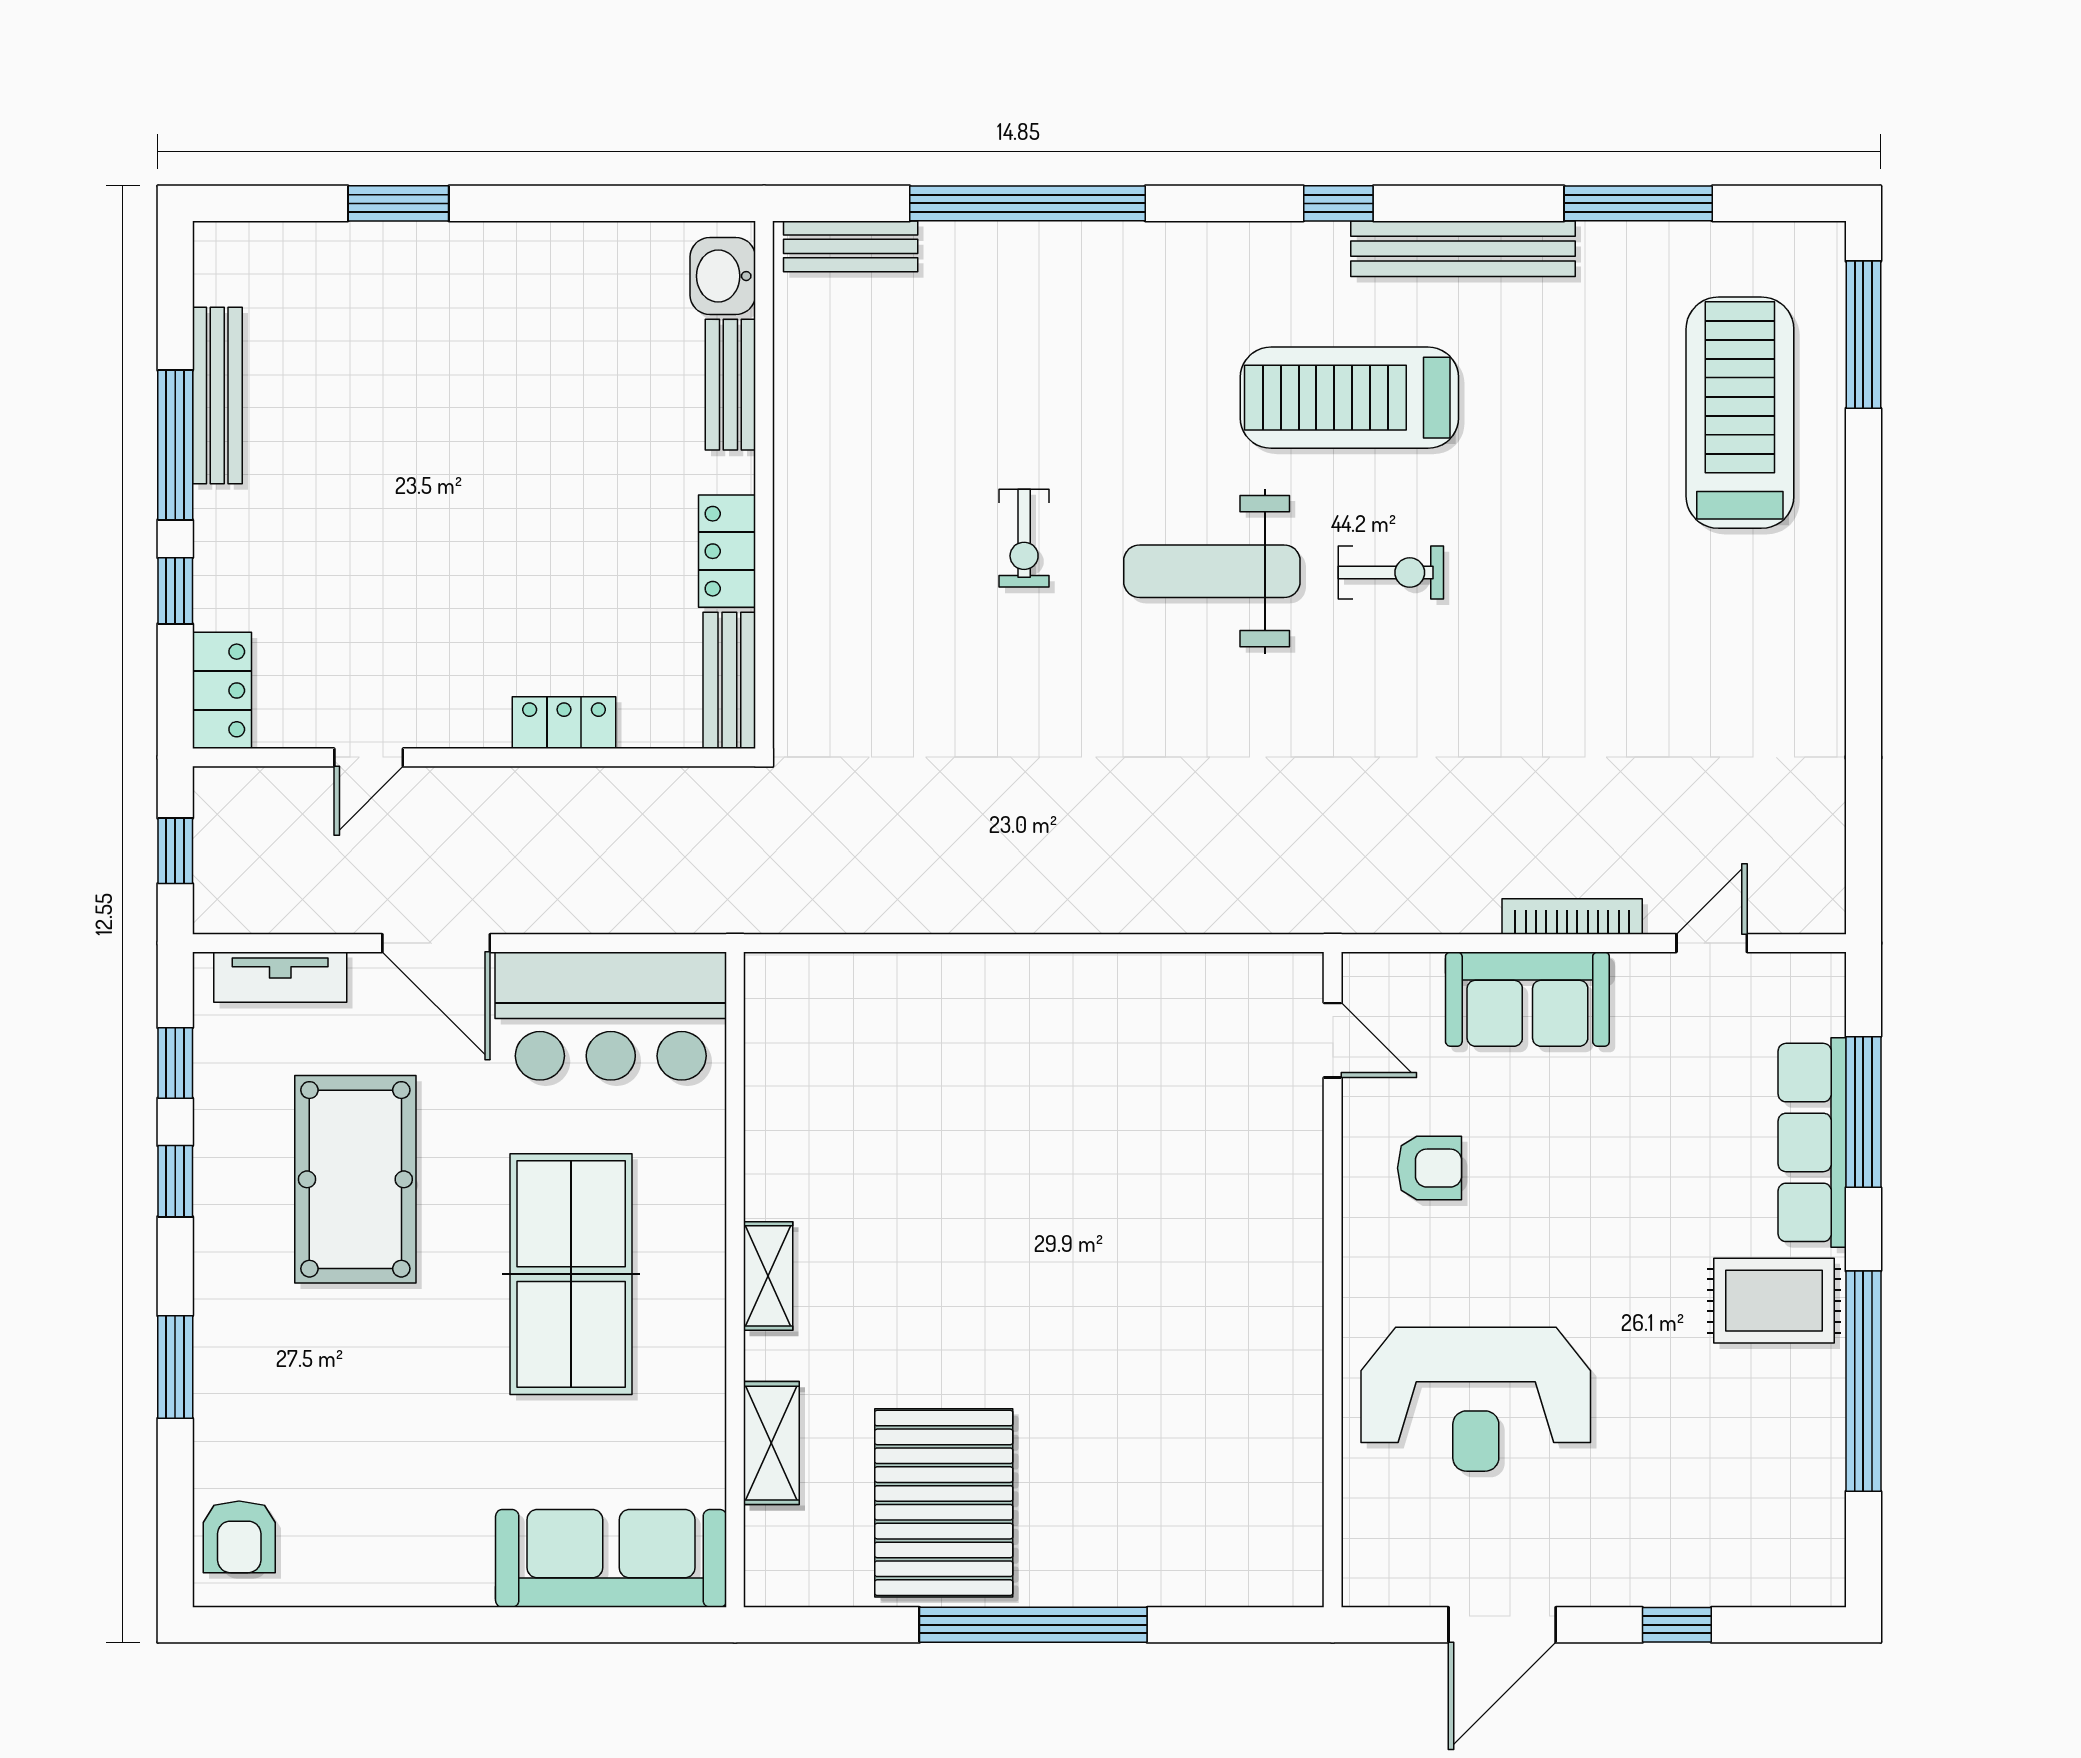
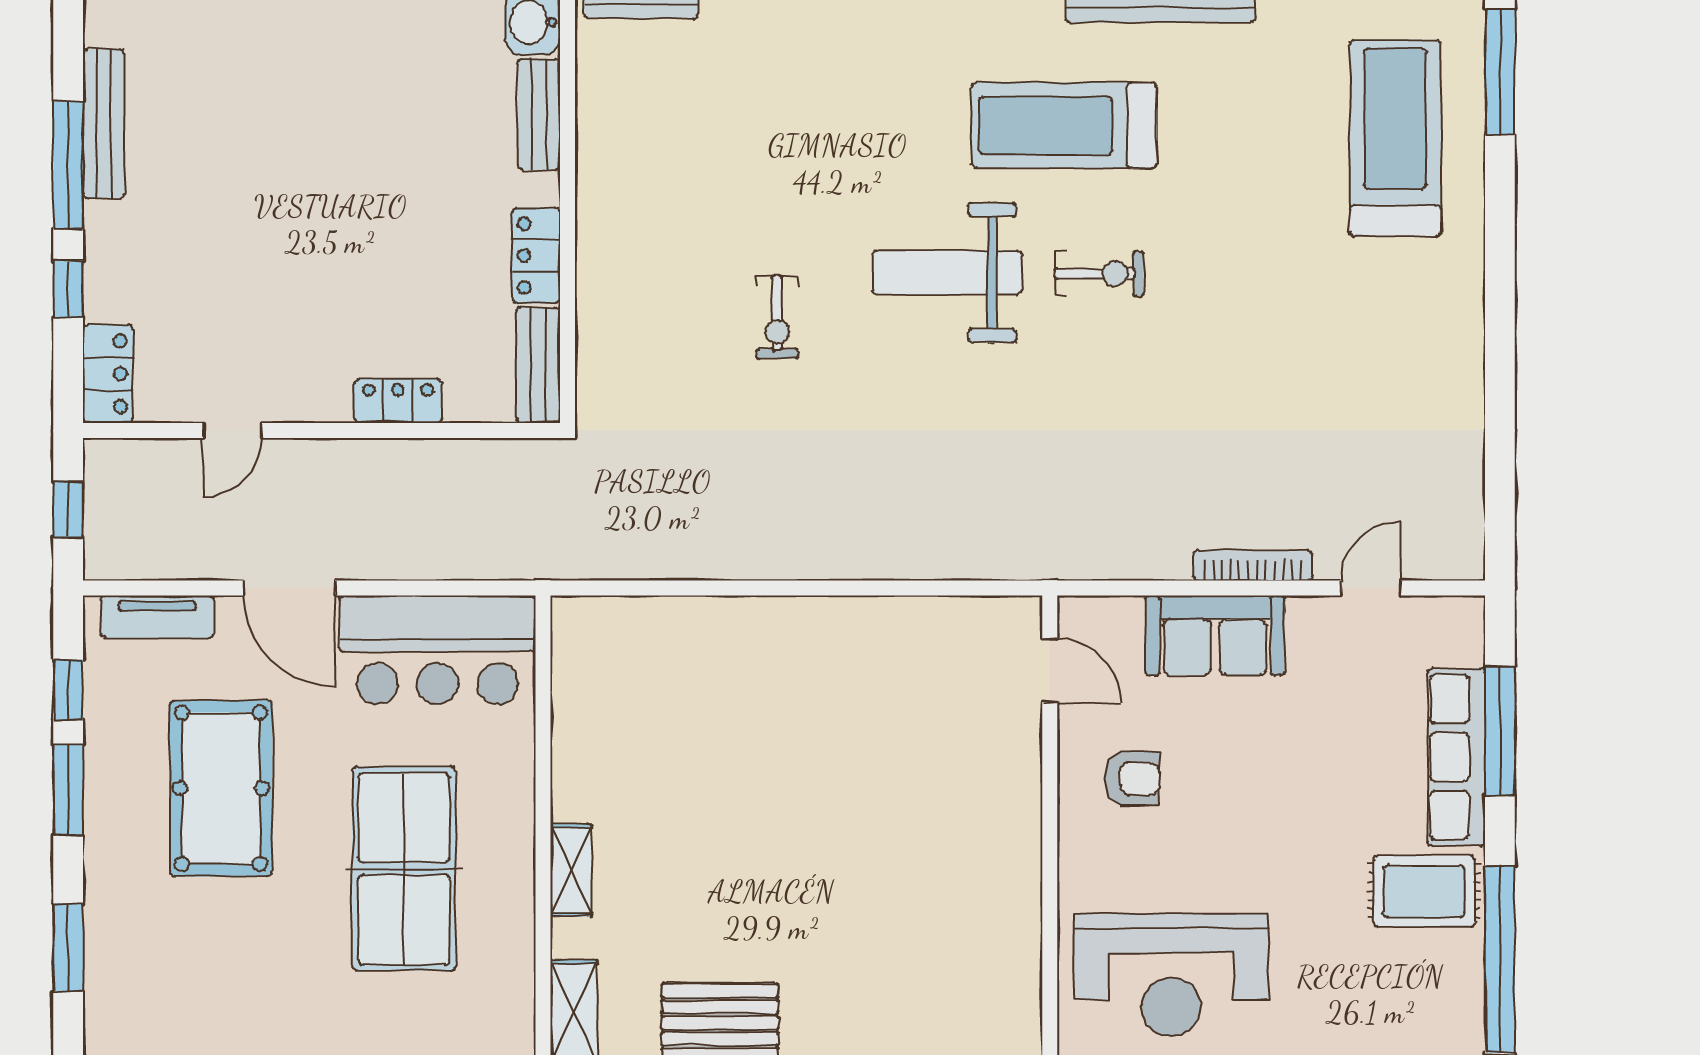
exercise bike: (1024, 538) -> (777, 317), moved
window: (175, 1181) -> (68, 790), width x1.50

